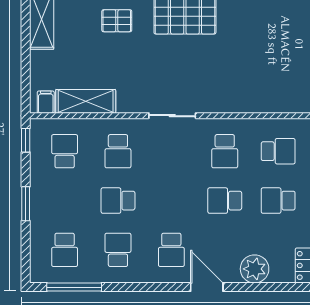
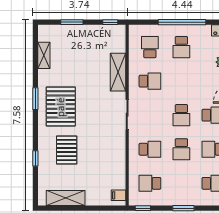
pallet: (117, 21) -> (67, 150), width x1.50, depth x1.42
shelving: (86, 101) -> (118, 72), moved
school desk: (225, 201) -> (181, 115), moved

